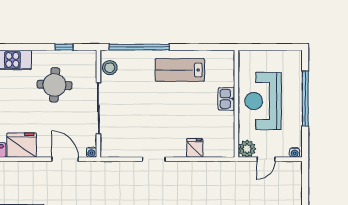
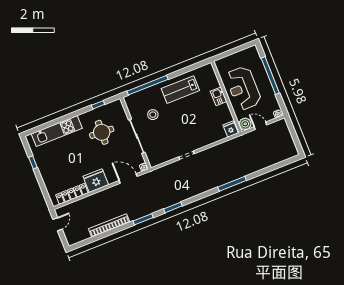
stool: (110, 68) -> (153, 115), moved
fridge: (195, 148) -> (231, 129), moved
door: (266, 159) -> (260, 126), swing flipped

